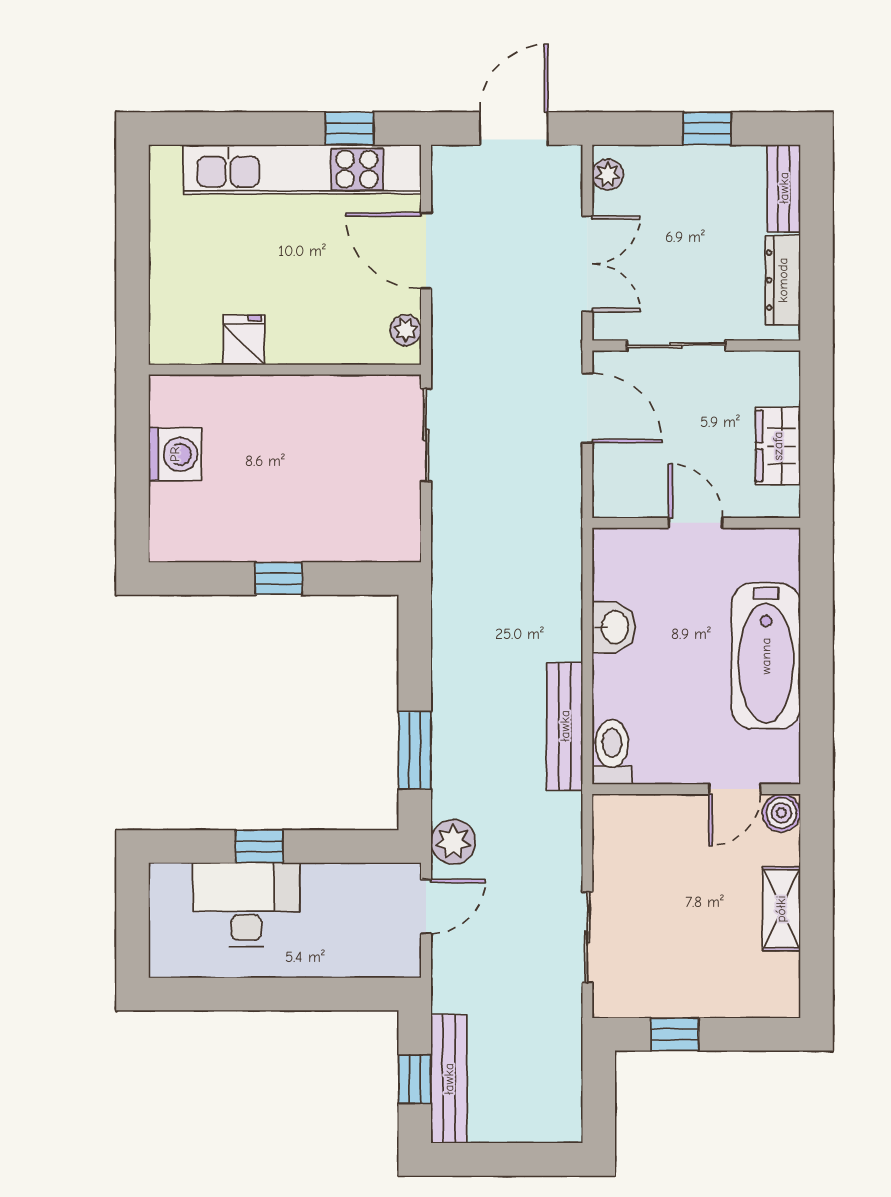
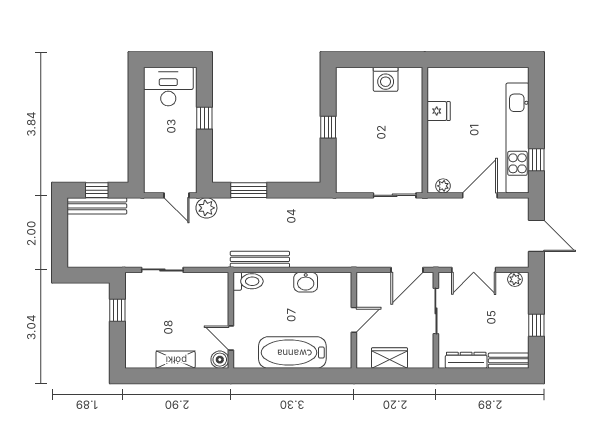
desk: (246, 905) -> (168, 86), moved, turned -90

